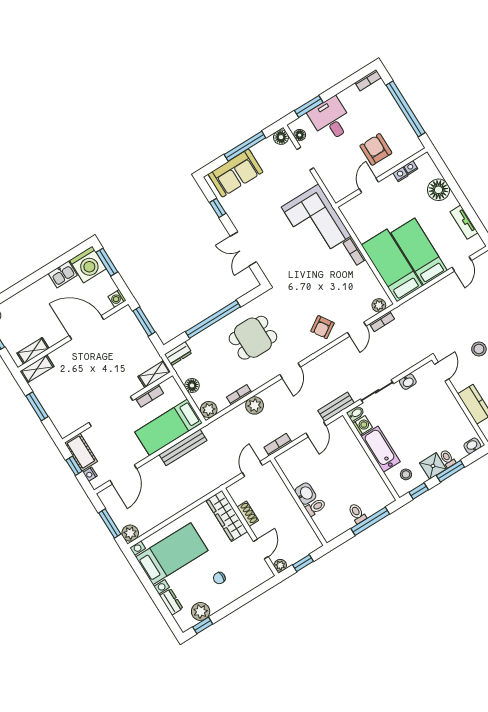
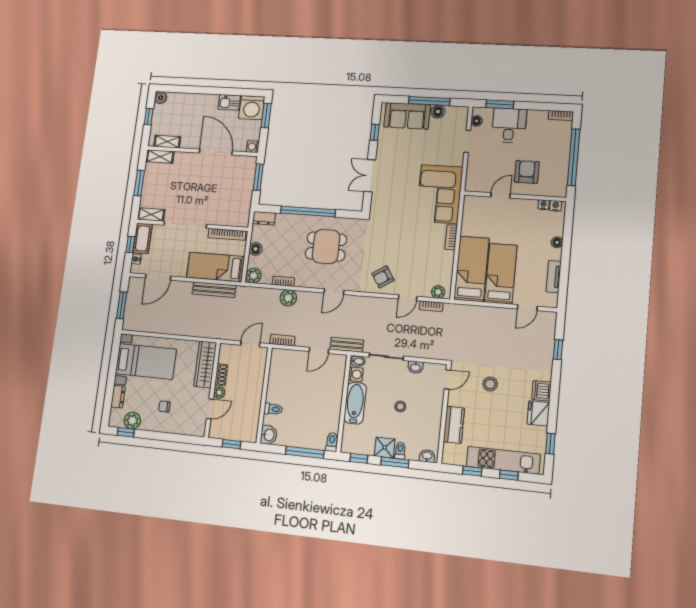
floor lamp: (281, 137) -> (438, 112), moved
nightstand: (400, 174) -> (556, 206), moved
floor lamp: (438, 190) -> (557, 242), width x0.53, depth x0.53
shelving: (154, 374) -> (151, 214), moved
bookcase: (150, 396) -> (227, 234), width x1.56
stool: (406, 474) -> (400, 406), moved
washbasin: (305, 494) -> (269, 435), moved
toilet: (357, 513) -> (332, 442), moved
plant: (130, 533) -> (130, 323), removed
plant: (280, 565) -> (219, 393), moved

